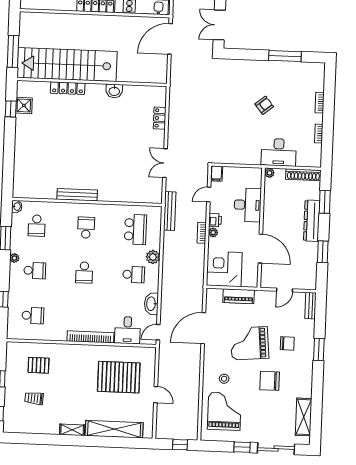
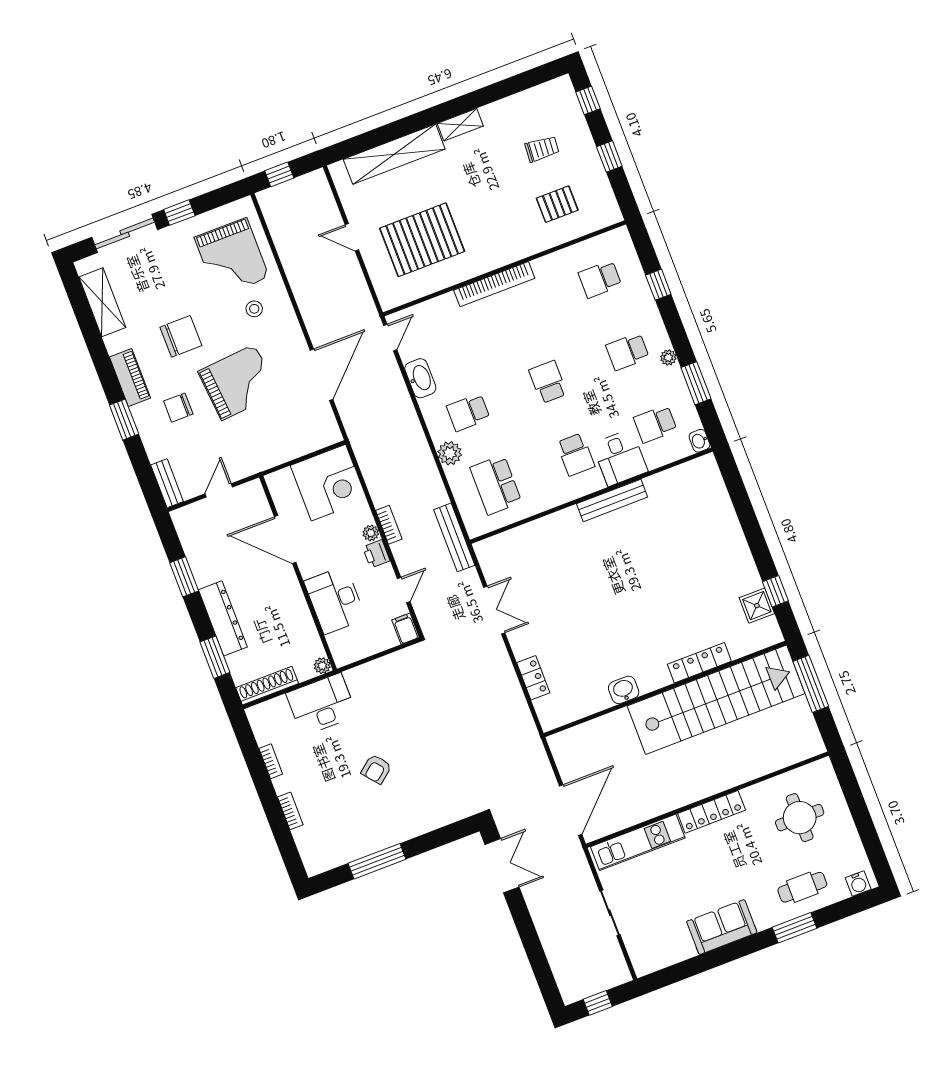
school desk: (37, 226) -> (655, 424), turned -90
piano: (239, 296) -> (130, 377), moved, turned 90
desk: (127, 330) -> (620, 458), moved, turned 180

